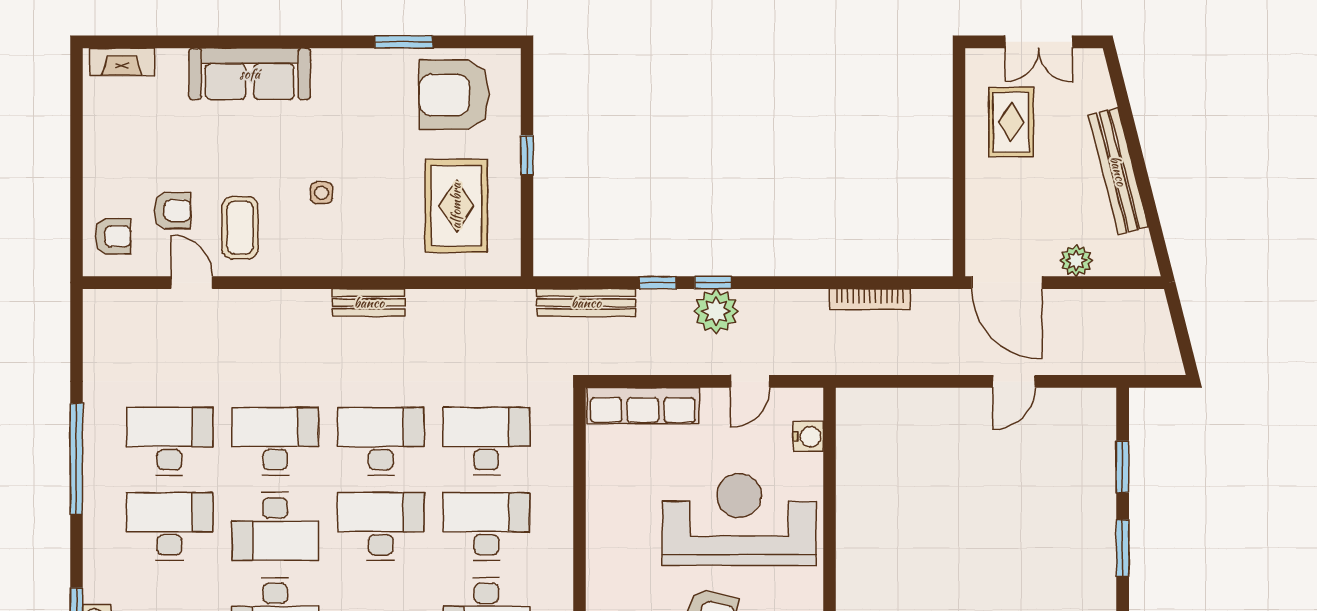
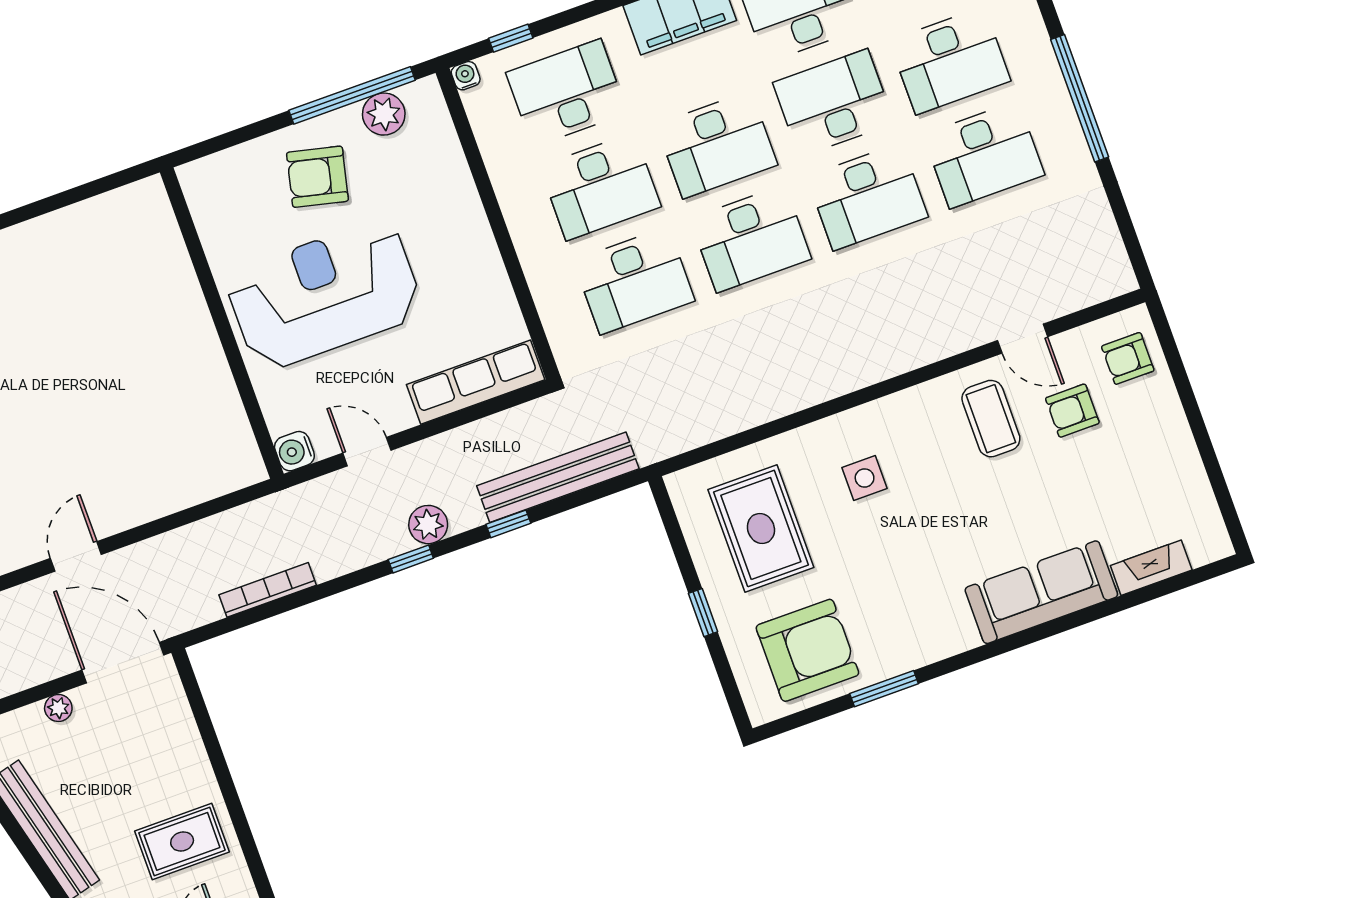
fireplace: (122, 62) -> (1151, 568), moved
rug: (1011, 122) -> (182, 841), turned 90
side table: (321, 193) -> (865, 478), moved, width x1.37, depth x1.37
plant: (1076, 260) -> (58, 708), width x0.73, depth x0.73
window: (713, 283) -> (411, 559), moved
bench: (369, 303) -> (819, 387), removed
bench: (586, 303) -> (558, 477), width x1.37, depth x1.21
plant: (716, 311) -> (428, 525), width x0.73, depth x0.73
door: (750, 381) -> (367, 452), hinge flipped
water cooler: (808, 437) -> (294, 451), moved
reception desk: (739, 520) -> (324, 295), turned 180

